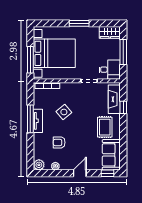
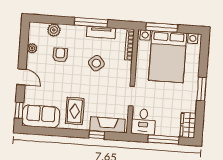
tv unit: (38, 121) -> (101, 32), moved
rug: (105, 127) -> (75, 111), turned 90
plant: (39, 165) -> (54, 30), moved

